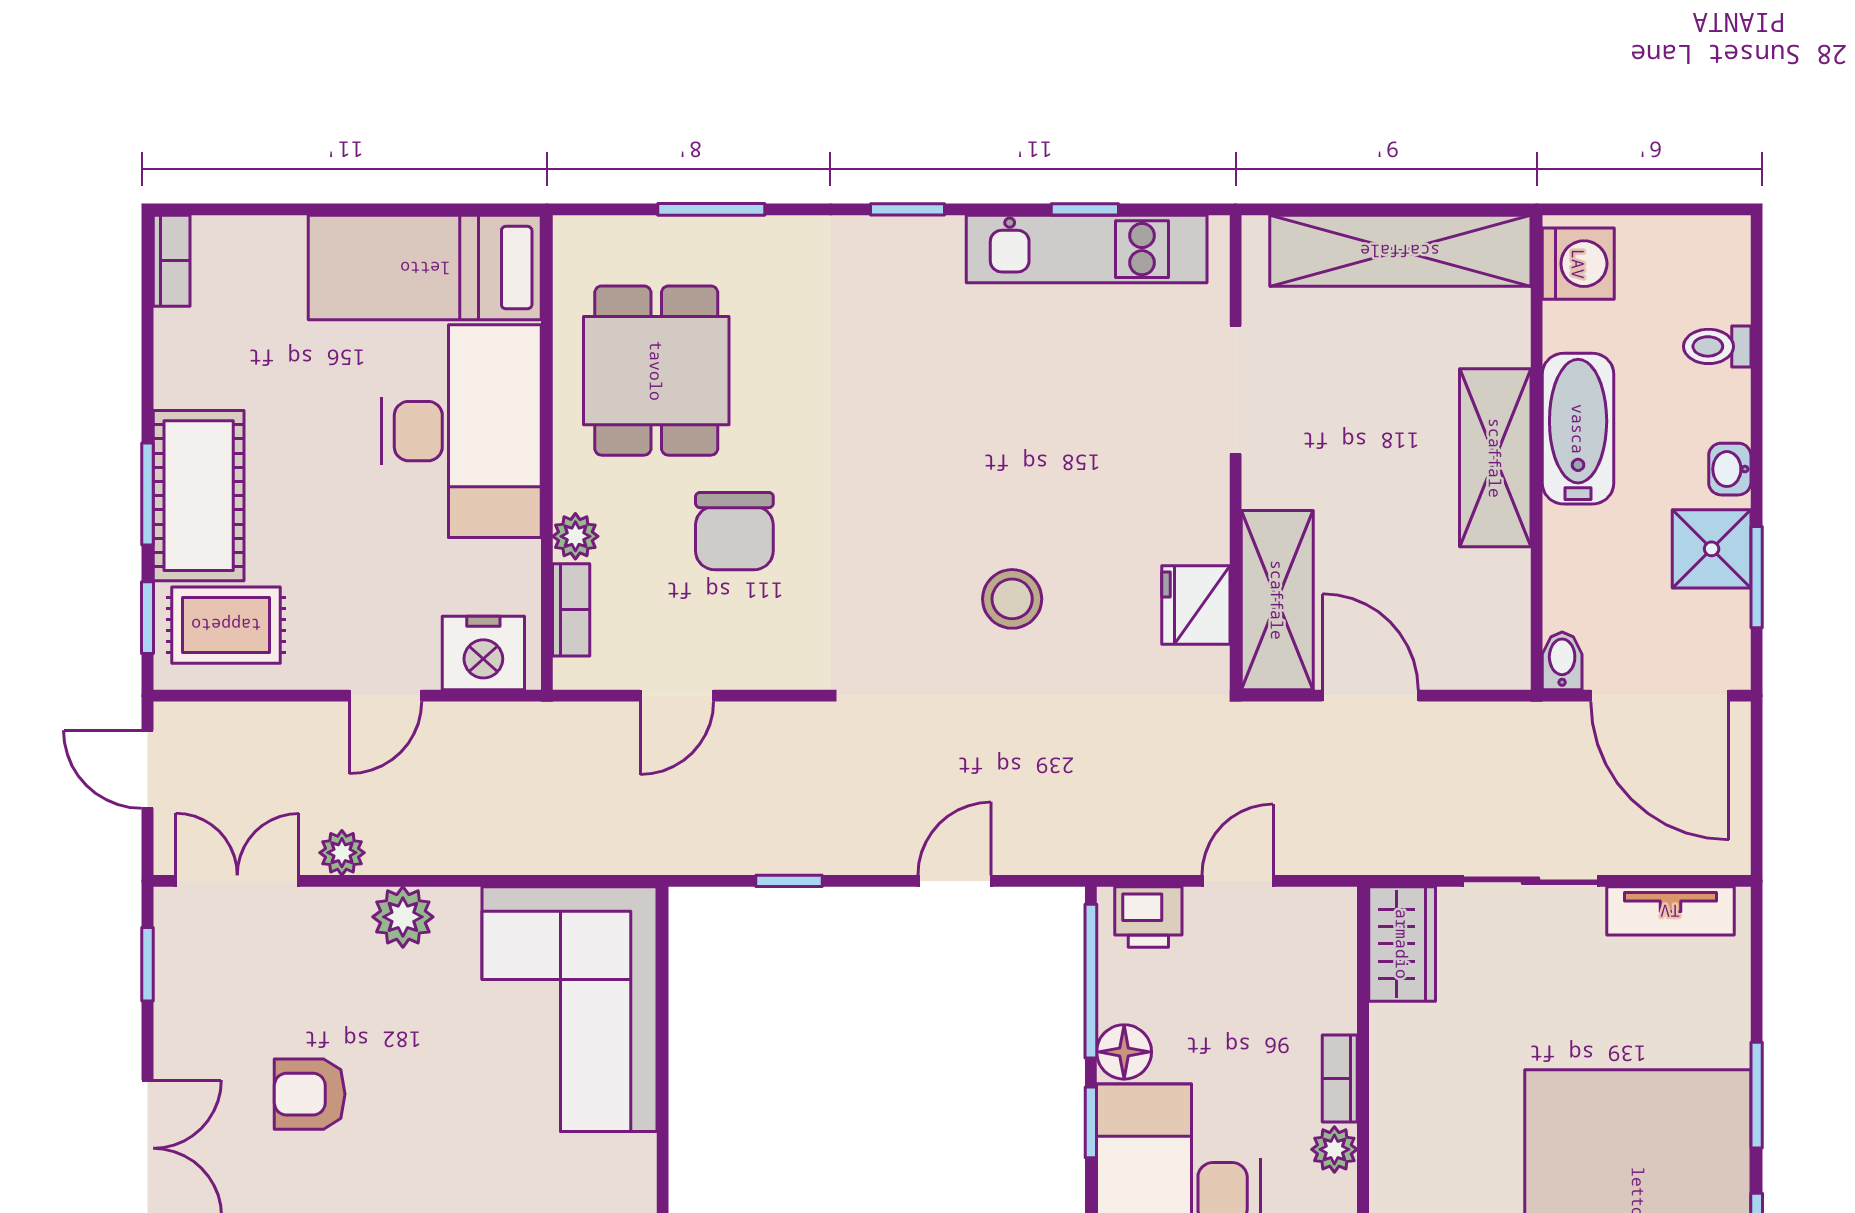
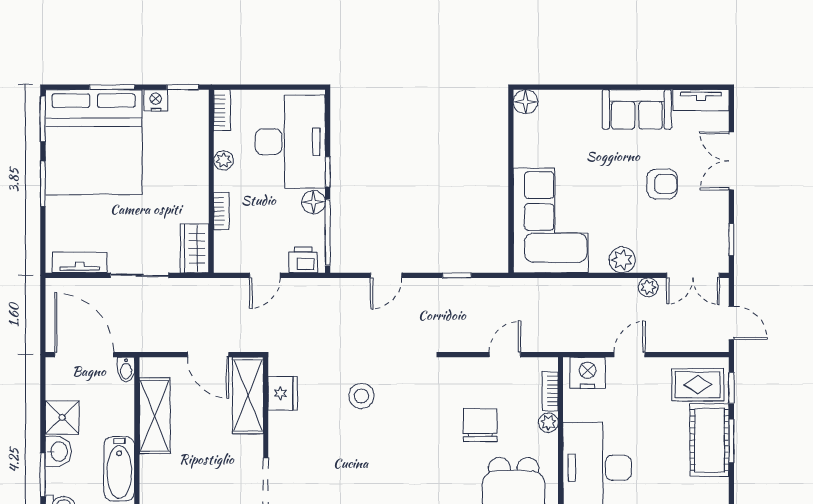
shelving: (1495, 458) -> (155, 416), moved
washbasin: (1730, 469) -> (58, 452), width x1.38, depth x1.45
window: (1757, 577) -> (43, 475), moved
bookcase: (1340, 1078) -> (221, 211), moved

